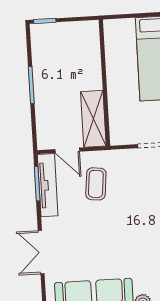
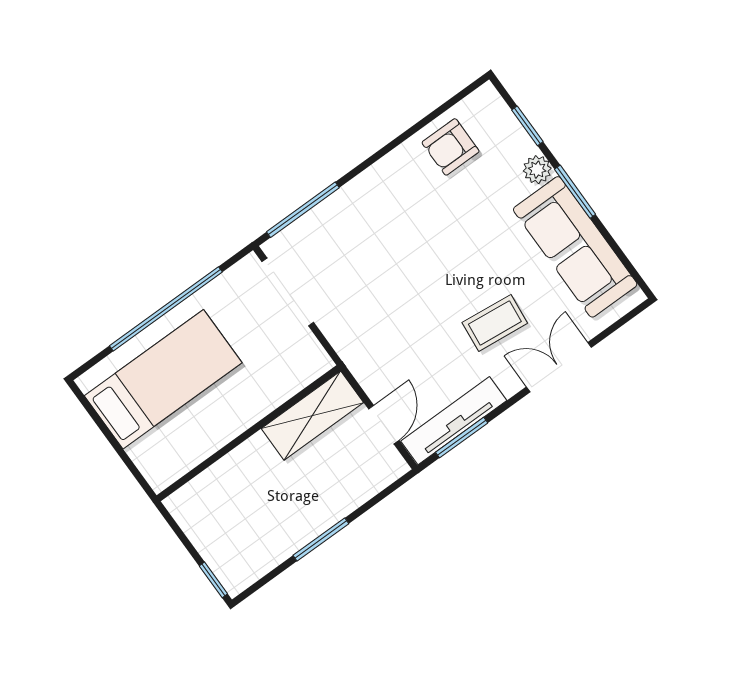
coffee table: (96, 184) -> (495, 323), moved
double door: (41, 252) -> (559, 367), swing flipped

